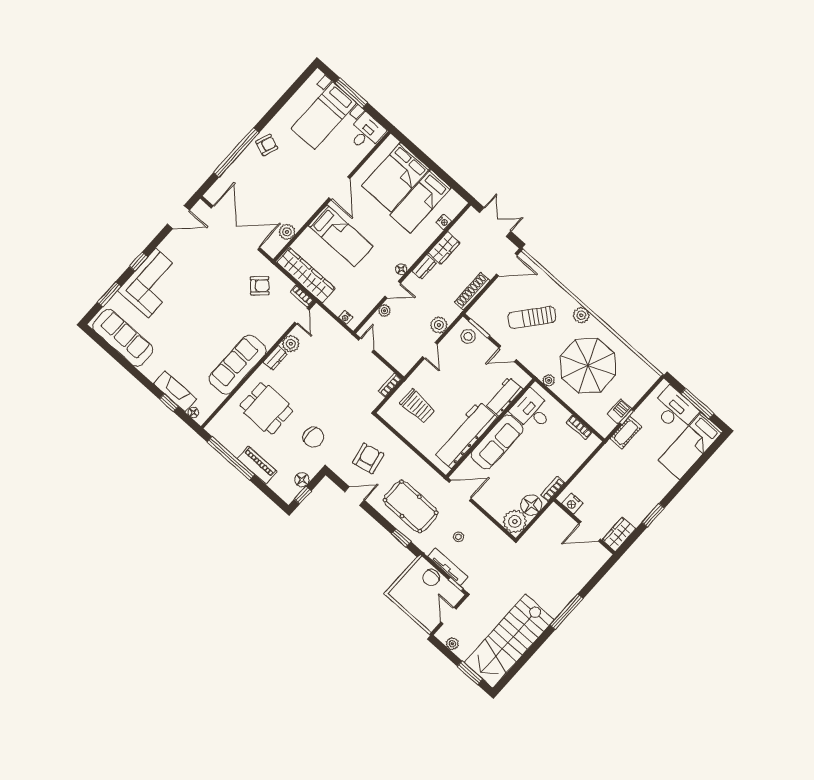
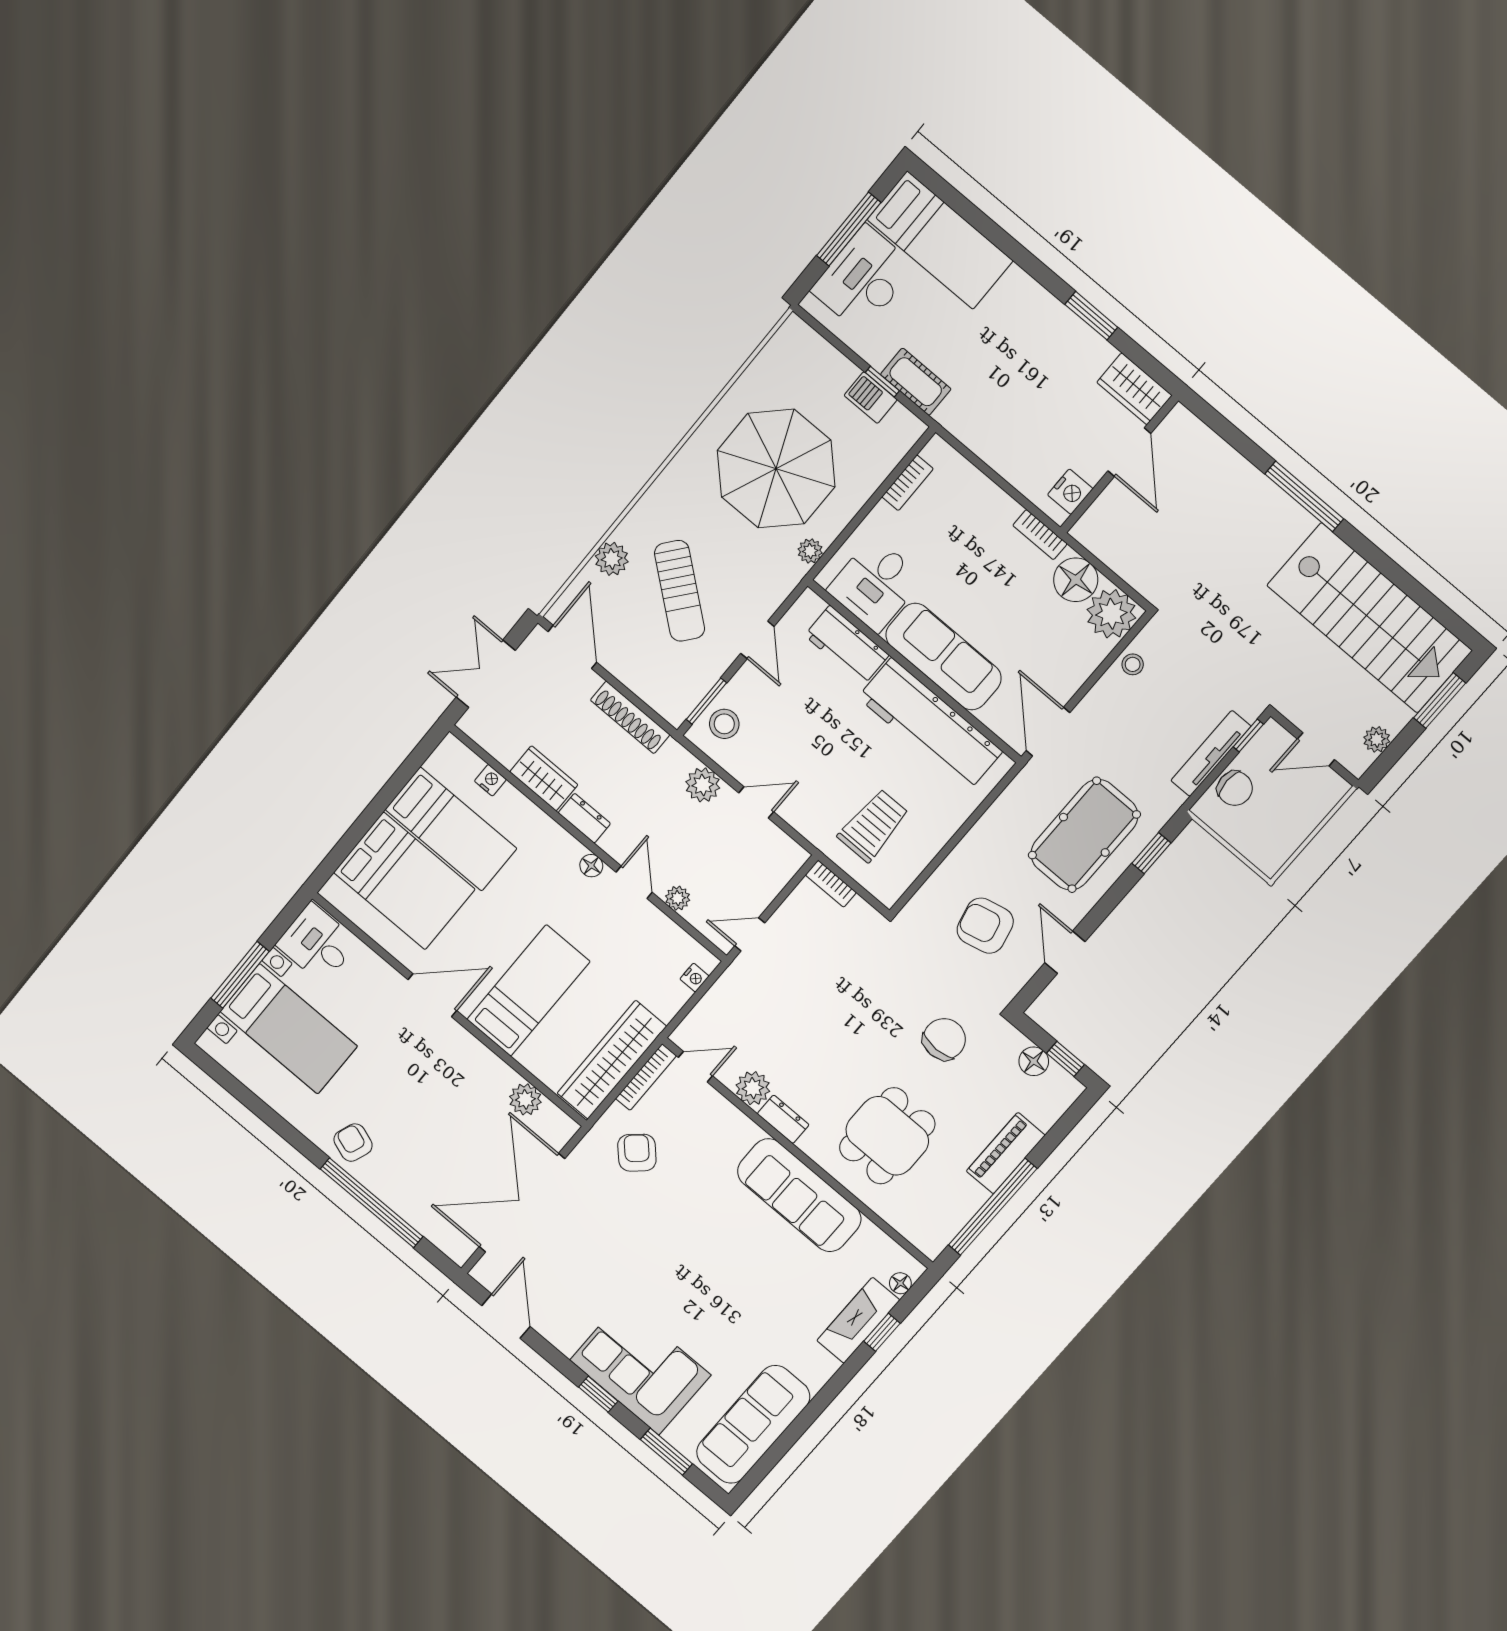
bookcase: (302, 296) -> (646, 1077), width x1.56
plant: (581, 315) -> (612, 559), moved
stool: (458, 537) -> (1133, 664), moved

